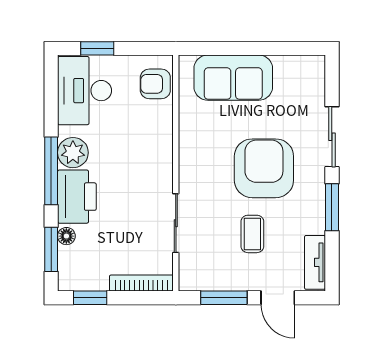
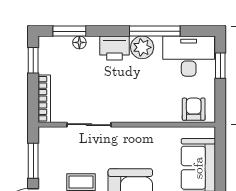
window: (51, 171) -> (155, 31), moved
printer: (77, 197) -> (114, 48), width x0.73, depth x0.84

